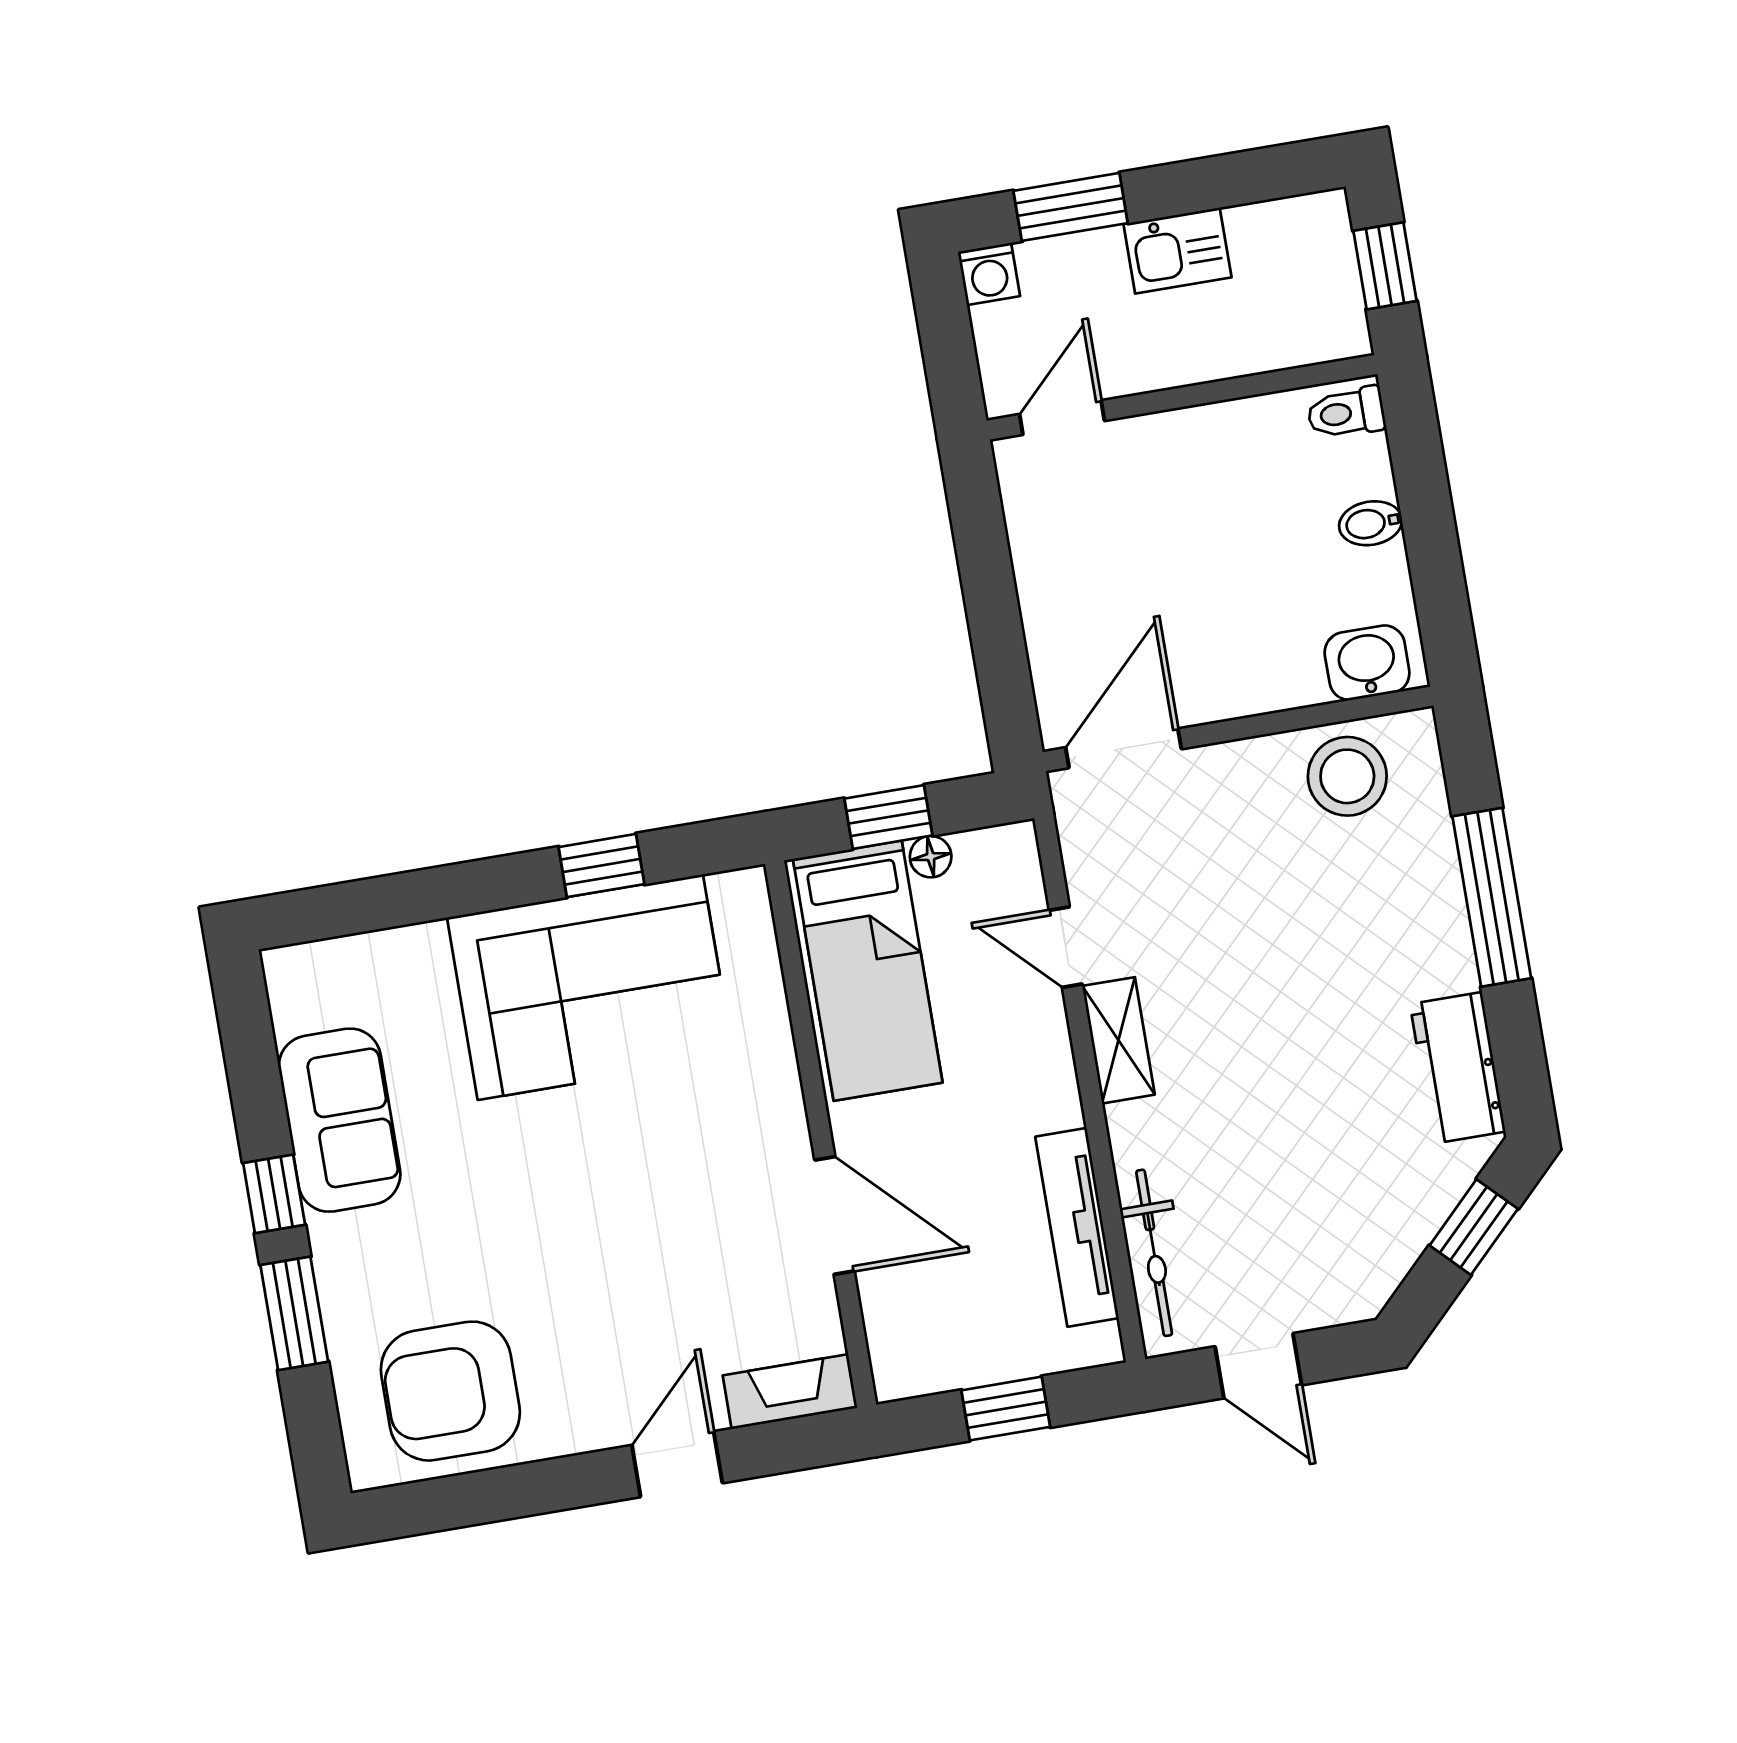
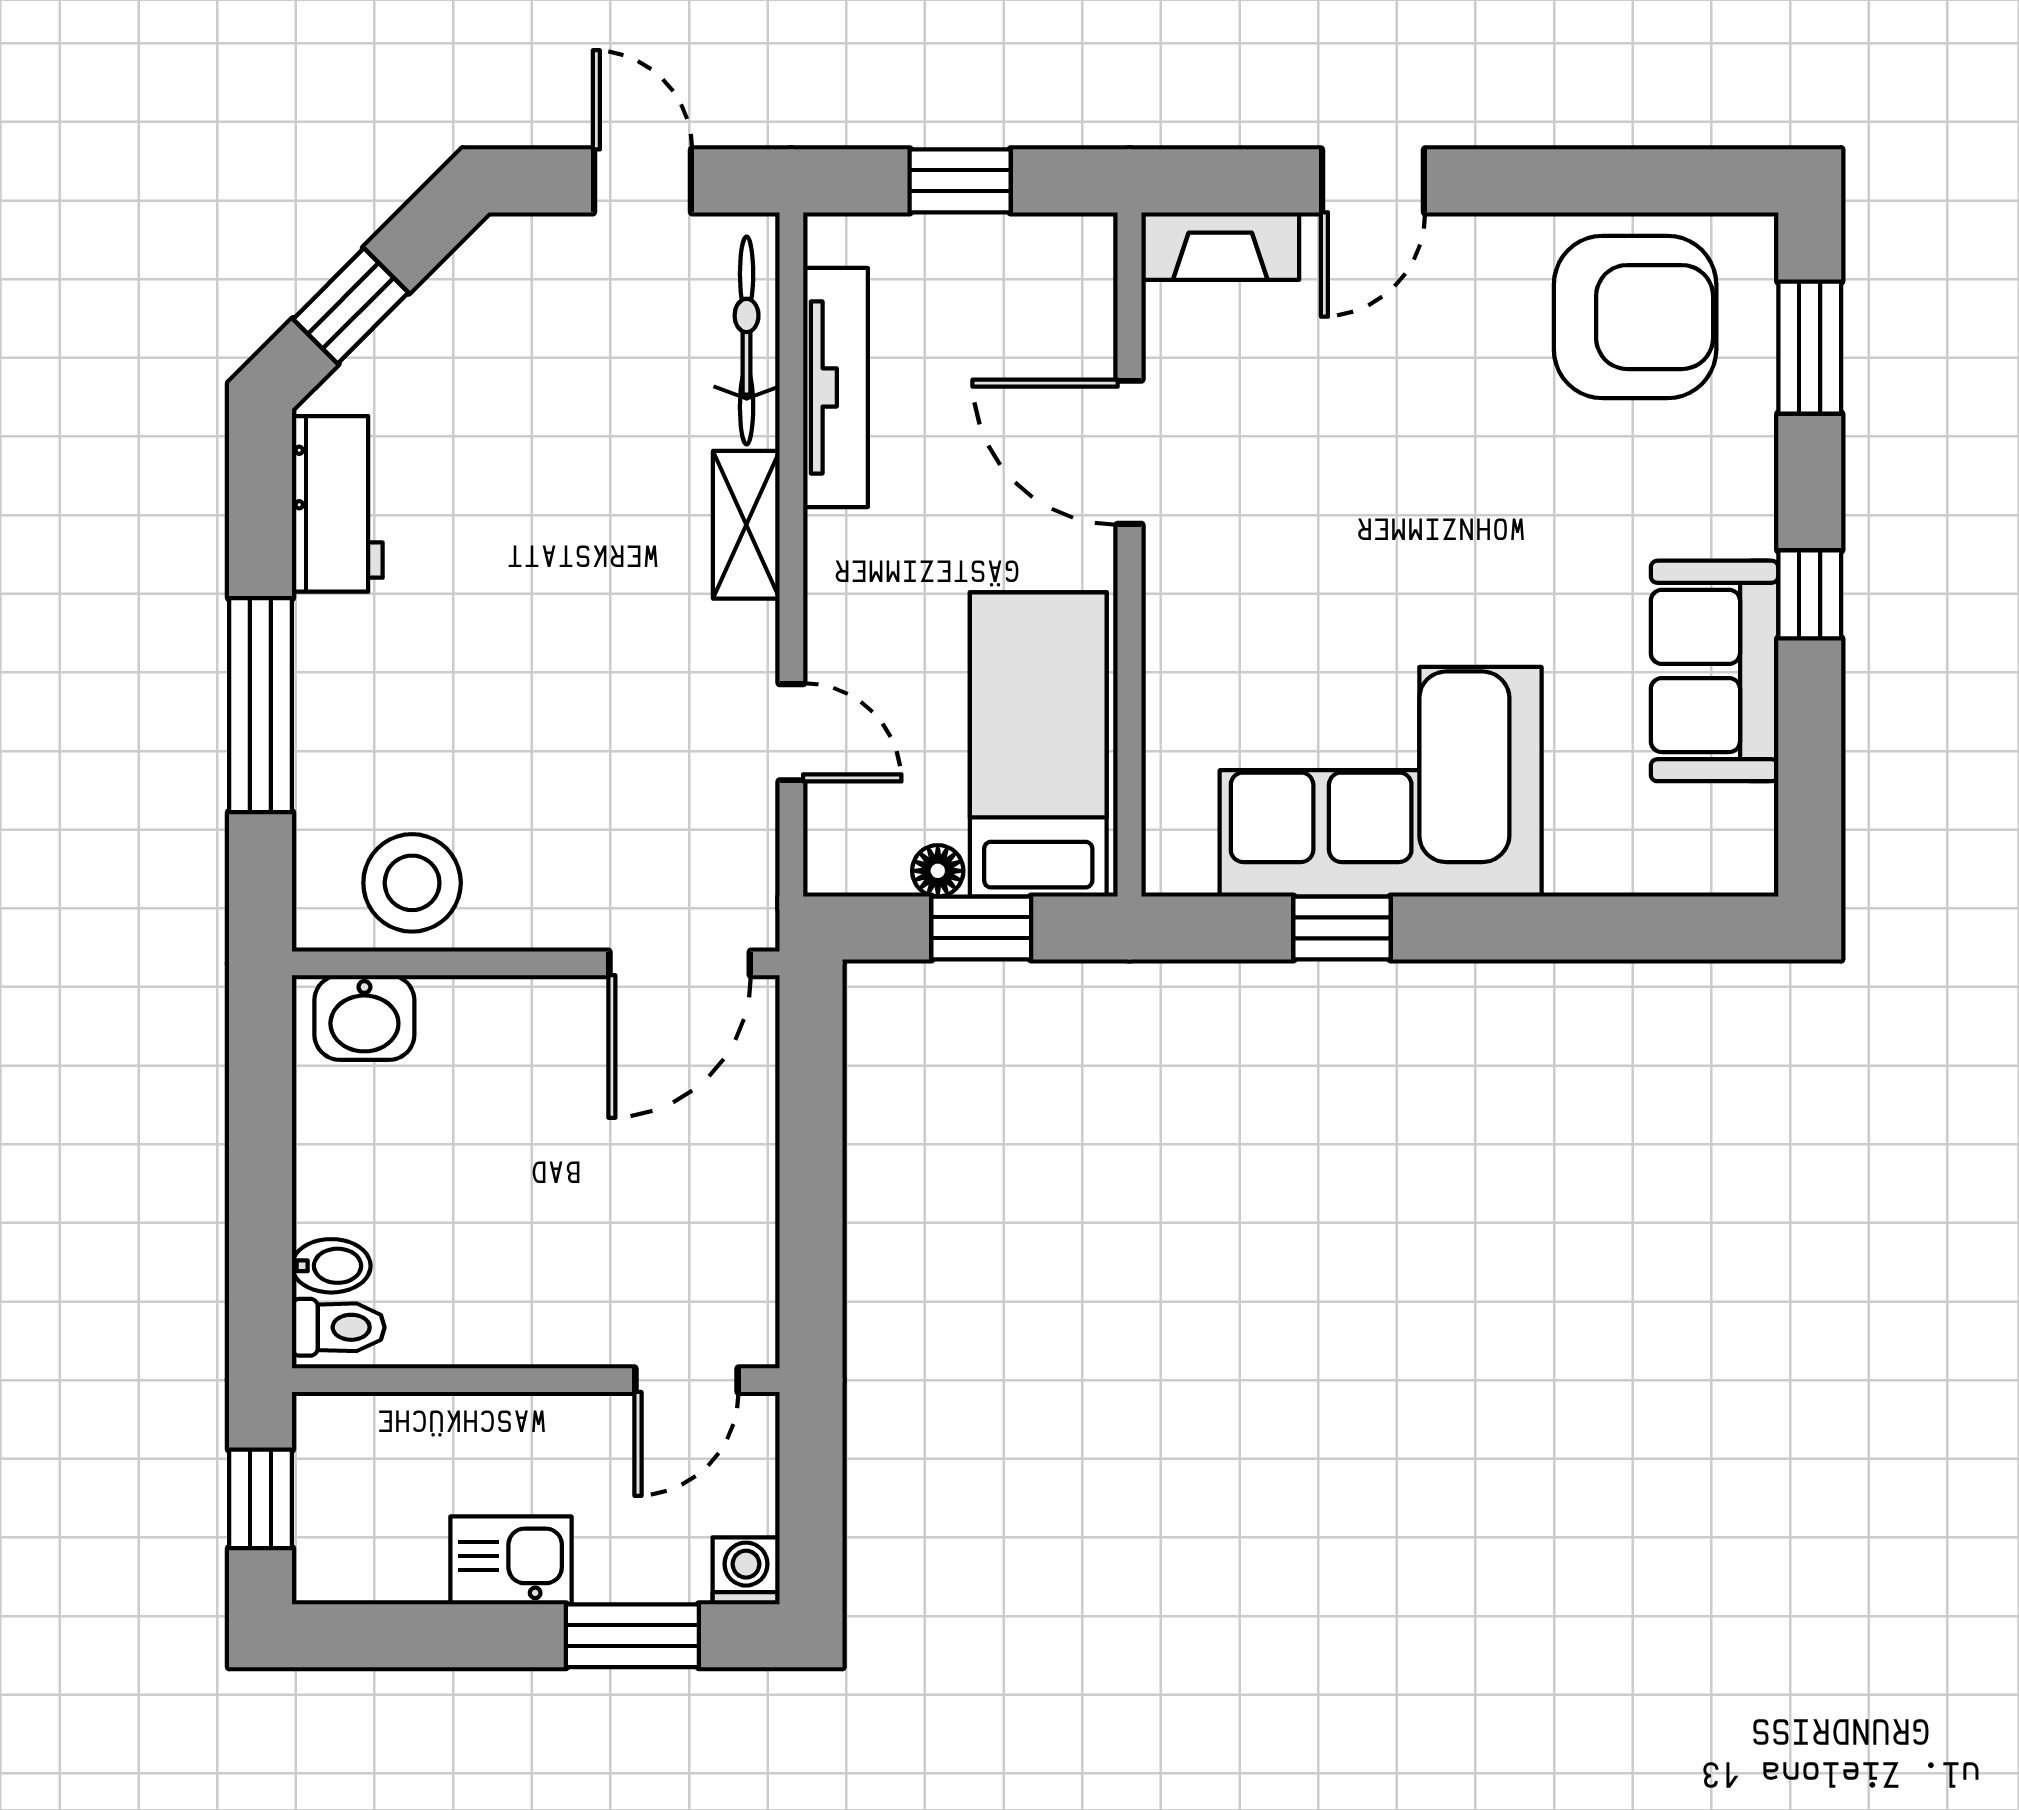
bidet: (1371, 523) -> (331, 1266), moved
shelving: (1118, 1040) -> (746, 525), moved
window: (294, 1313) -> (1810, 348), moved

